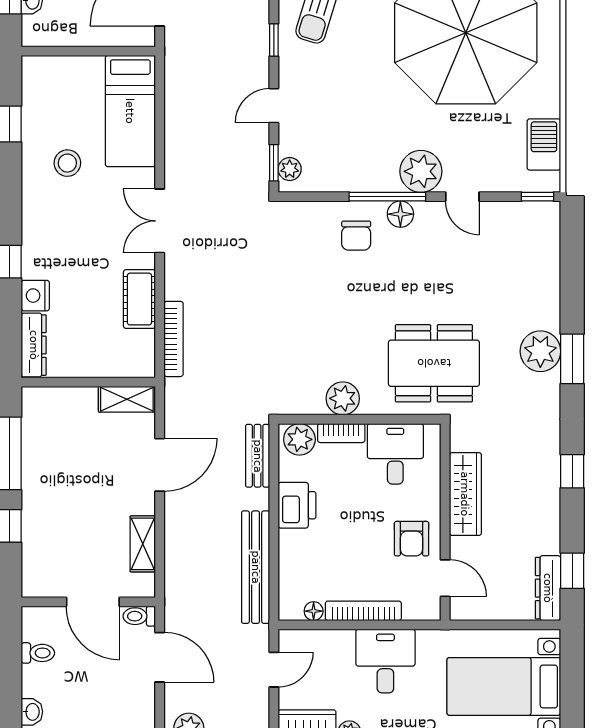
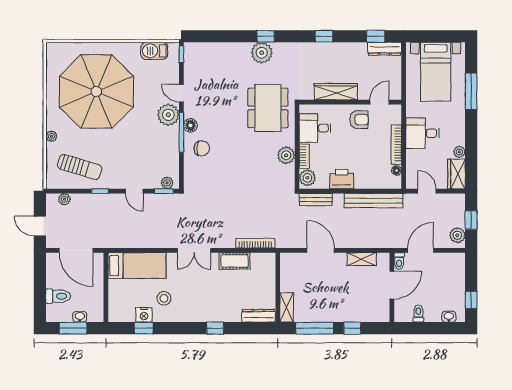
door: (462, 197) -> (181, 93), swing flipped
nightstand: (35, 296) -> (144, 315), moved
window: (572, 359) -> (266, 36), width x0.67
shelving: (127, 399) -> (287, 307), moved

